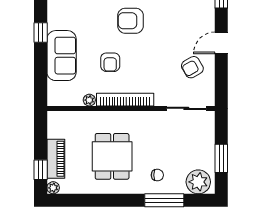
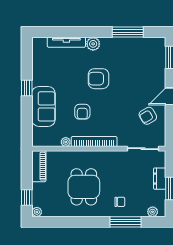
dresser: (207, 146) -> (160, 179), added
piano: (56, 159) -> (39, 166), moved
plant: (198, 182) -> (153, 212), width x0.53, depth x0.53

